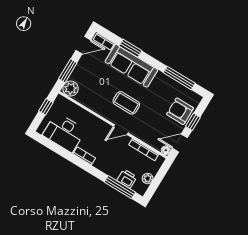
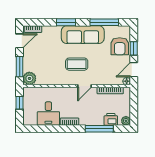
window: (130, 48) -> (66, 22), moved
sofa: (131, 66) -> (83, 35), moved
armchair: (180, 111) -> (120, 46), turned -90
desk: (64, 133) -> (48, 113), width x0.73
plant: (148, 178) -> (126, 121), moved
window: (120, 187) -> (99, 129), moved

